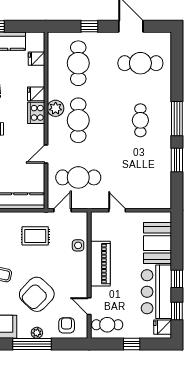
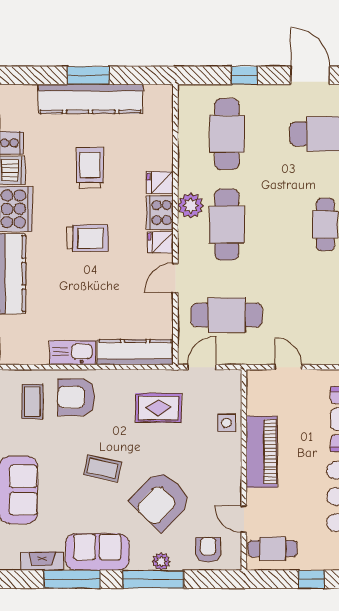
fridge: (36, 59) -> (160, 242), moved

